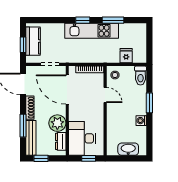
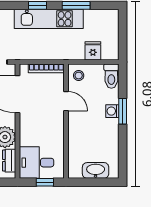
washing machine: (141, 121) -> (112, 111), moved
desk: (82, 138) -> (36, 163), width x0.73

